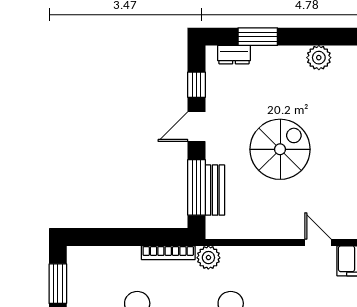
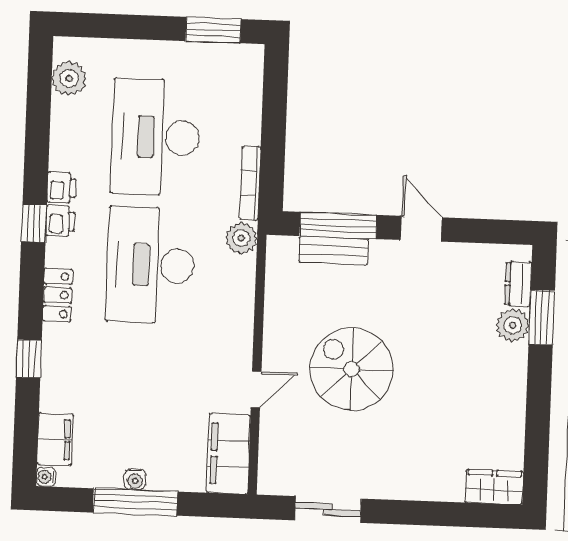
plant: (319, 58) -> (513, 325), moved
window: (197, 85) -> (479, 231), removed
spiral stairs: (280, 149) -> (352, 369), moved, turned 180

